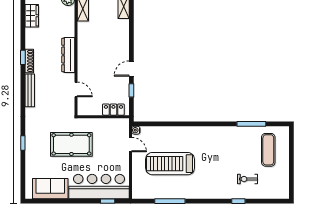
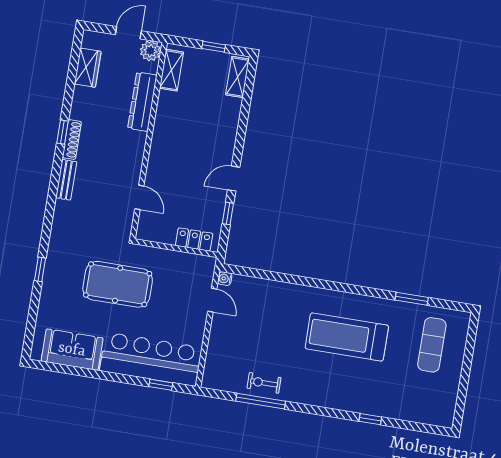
dresser: (68, 55) -> (142, 102), moved
bench: (30, 90) -> (66, 180), width x0.73
window: (251, 124) -> (412, 299), width x0.69
treadmill: (170, 164) -> (347, 337), moved
exercise bike: (247, 179) -> (264, 383), moved

